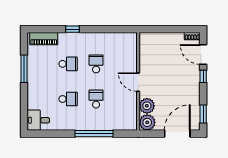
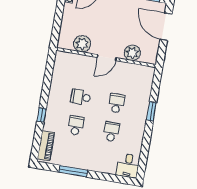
school desk: (96, 99) -> (117, 103), turned 90
plant: (147, 122) -> (82, 44), moved
window: (94, 134) -> (151, 111), width x0.47

